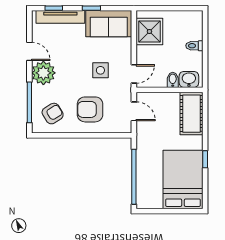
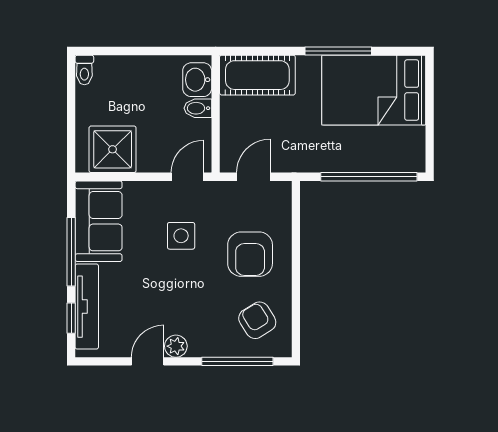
window: (91, 8) -> (71, 252), width x2.17
toilet: (194, 46) -> (84, 70), moved
plant: (43, 73) -> (176, 346), width x0.53, depth x0.53
door: (134, 74) -> (187, 177), hinge flipped
window: (205, 159) -> (338, 51), width x2.17

